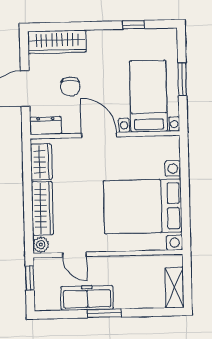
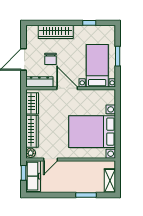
wardrobe: (57, 42) -> (56, 32), moved
dresser: (46, 126) -> (39, 82), width x1.44
door: (74, 255) -> (51, 159), hinge flipped
freezer: (87, 298) -> (33, 176), moved, turned 90
window: (104, 313) -> (86, 195), moved

